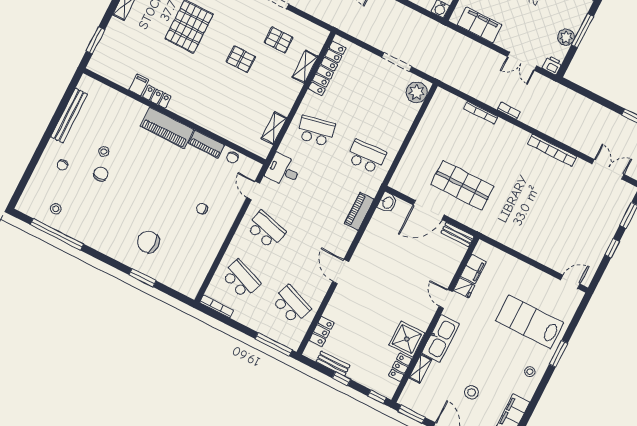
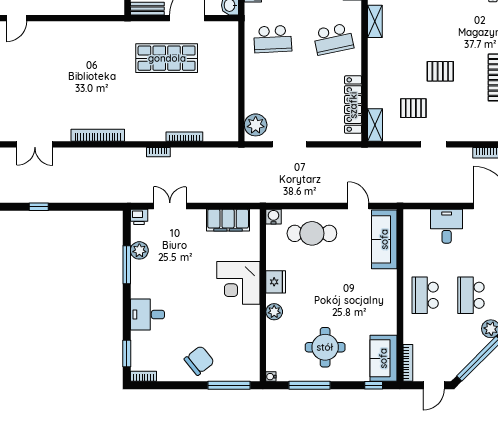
shelving: (305, 67) -> (375, 125), moved

